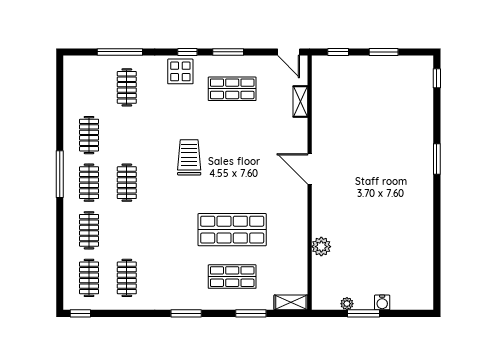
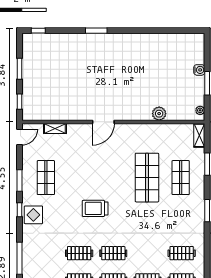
clothes rail: (127, 87) -> (79, 253), moved
plant: (347, 304) -> (200, 110), moved

